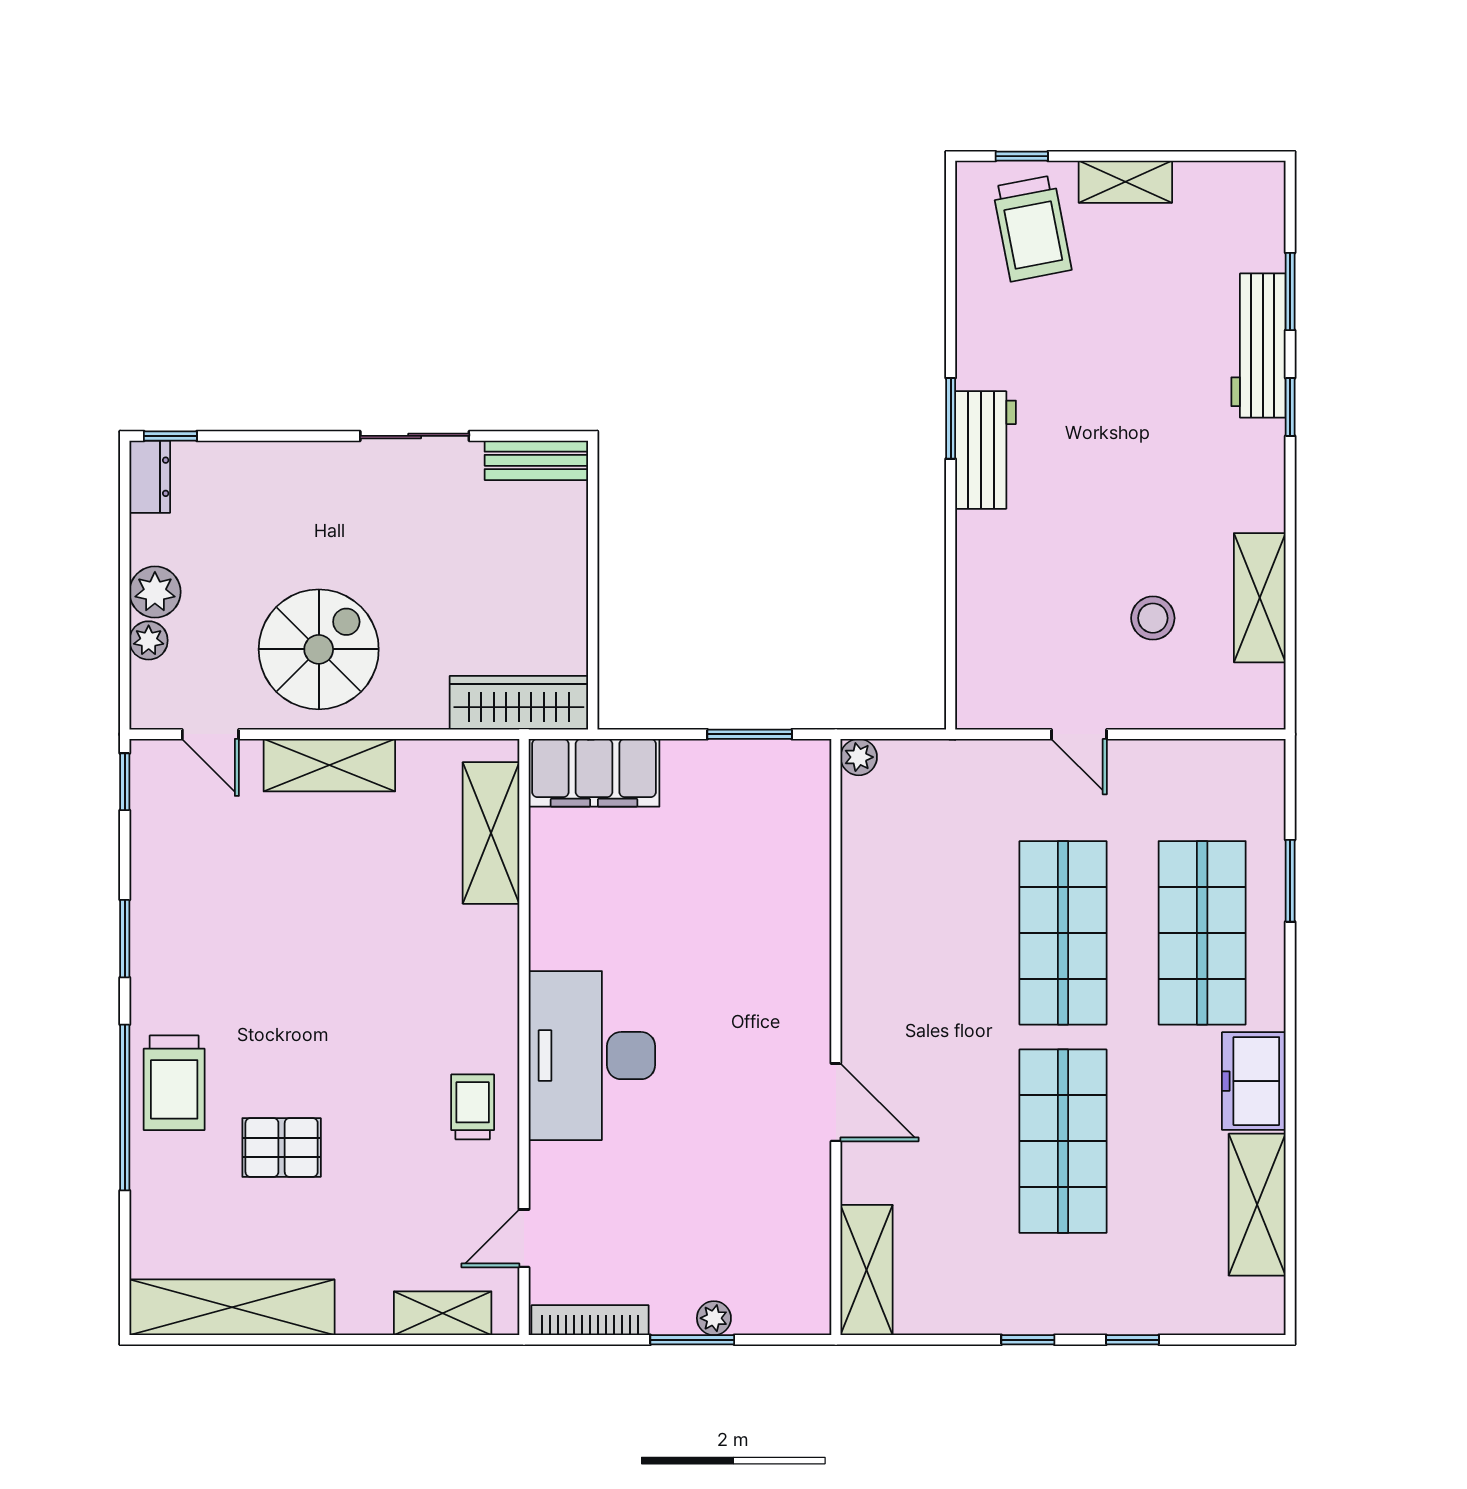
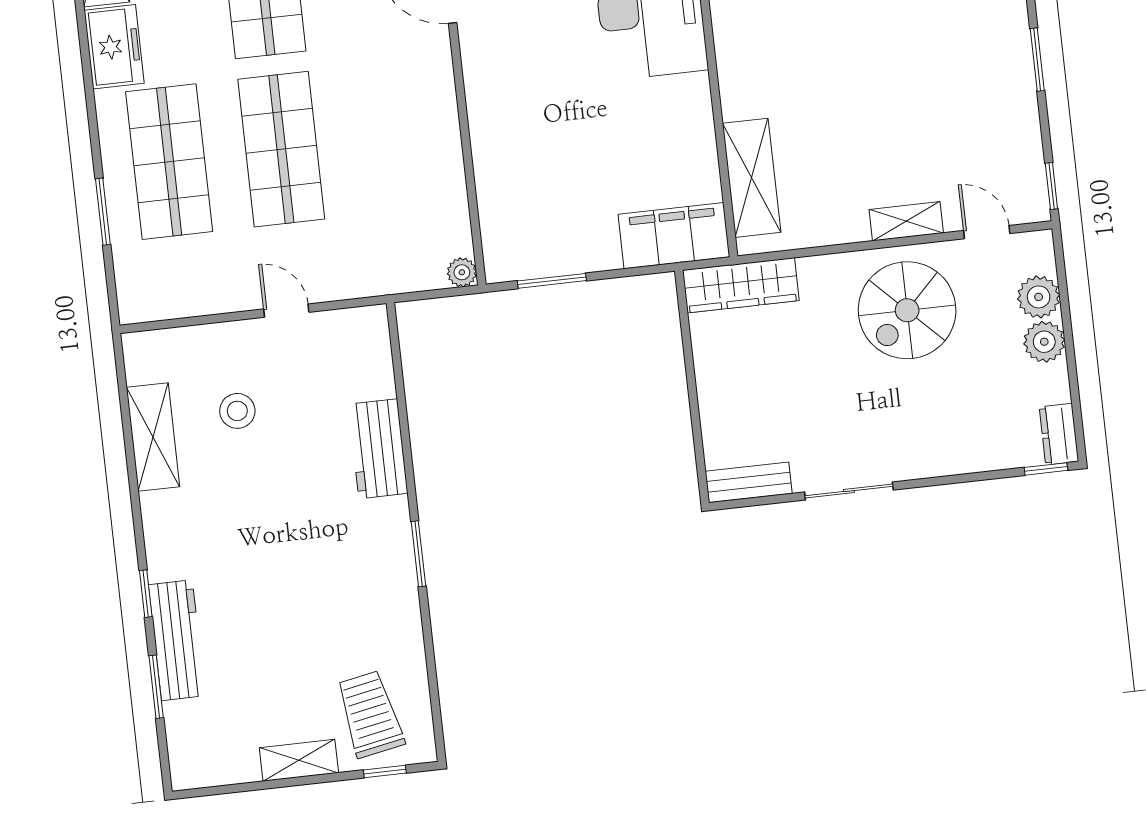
workbench: (986, 450) -> (378, 449), moved
plant: (149, 640) -> (1039, 297), width x1.38, depth x1.38
shelving: (329, 765) -> (906, 221), width x0.67, depth x0.75

